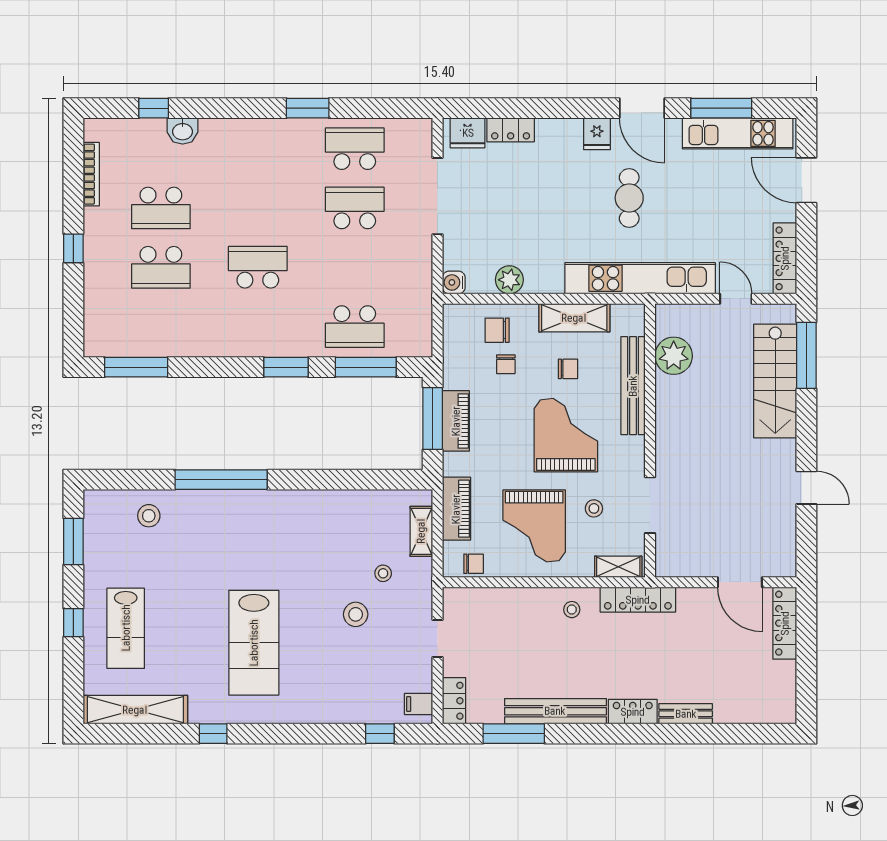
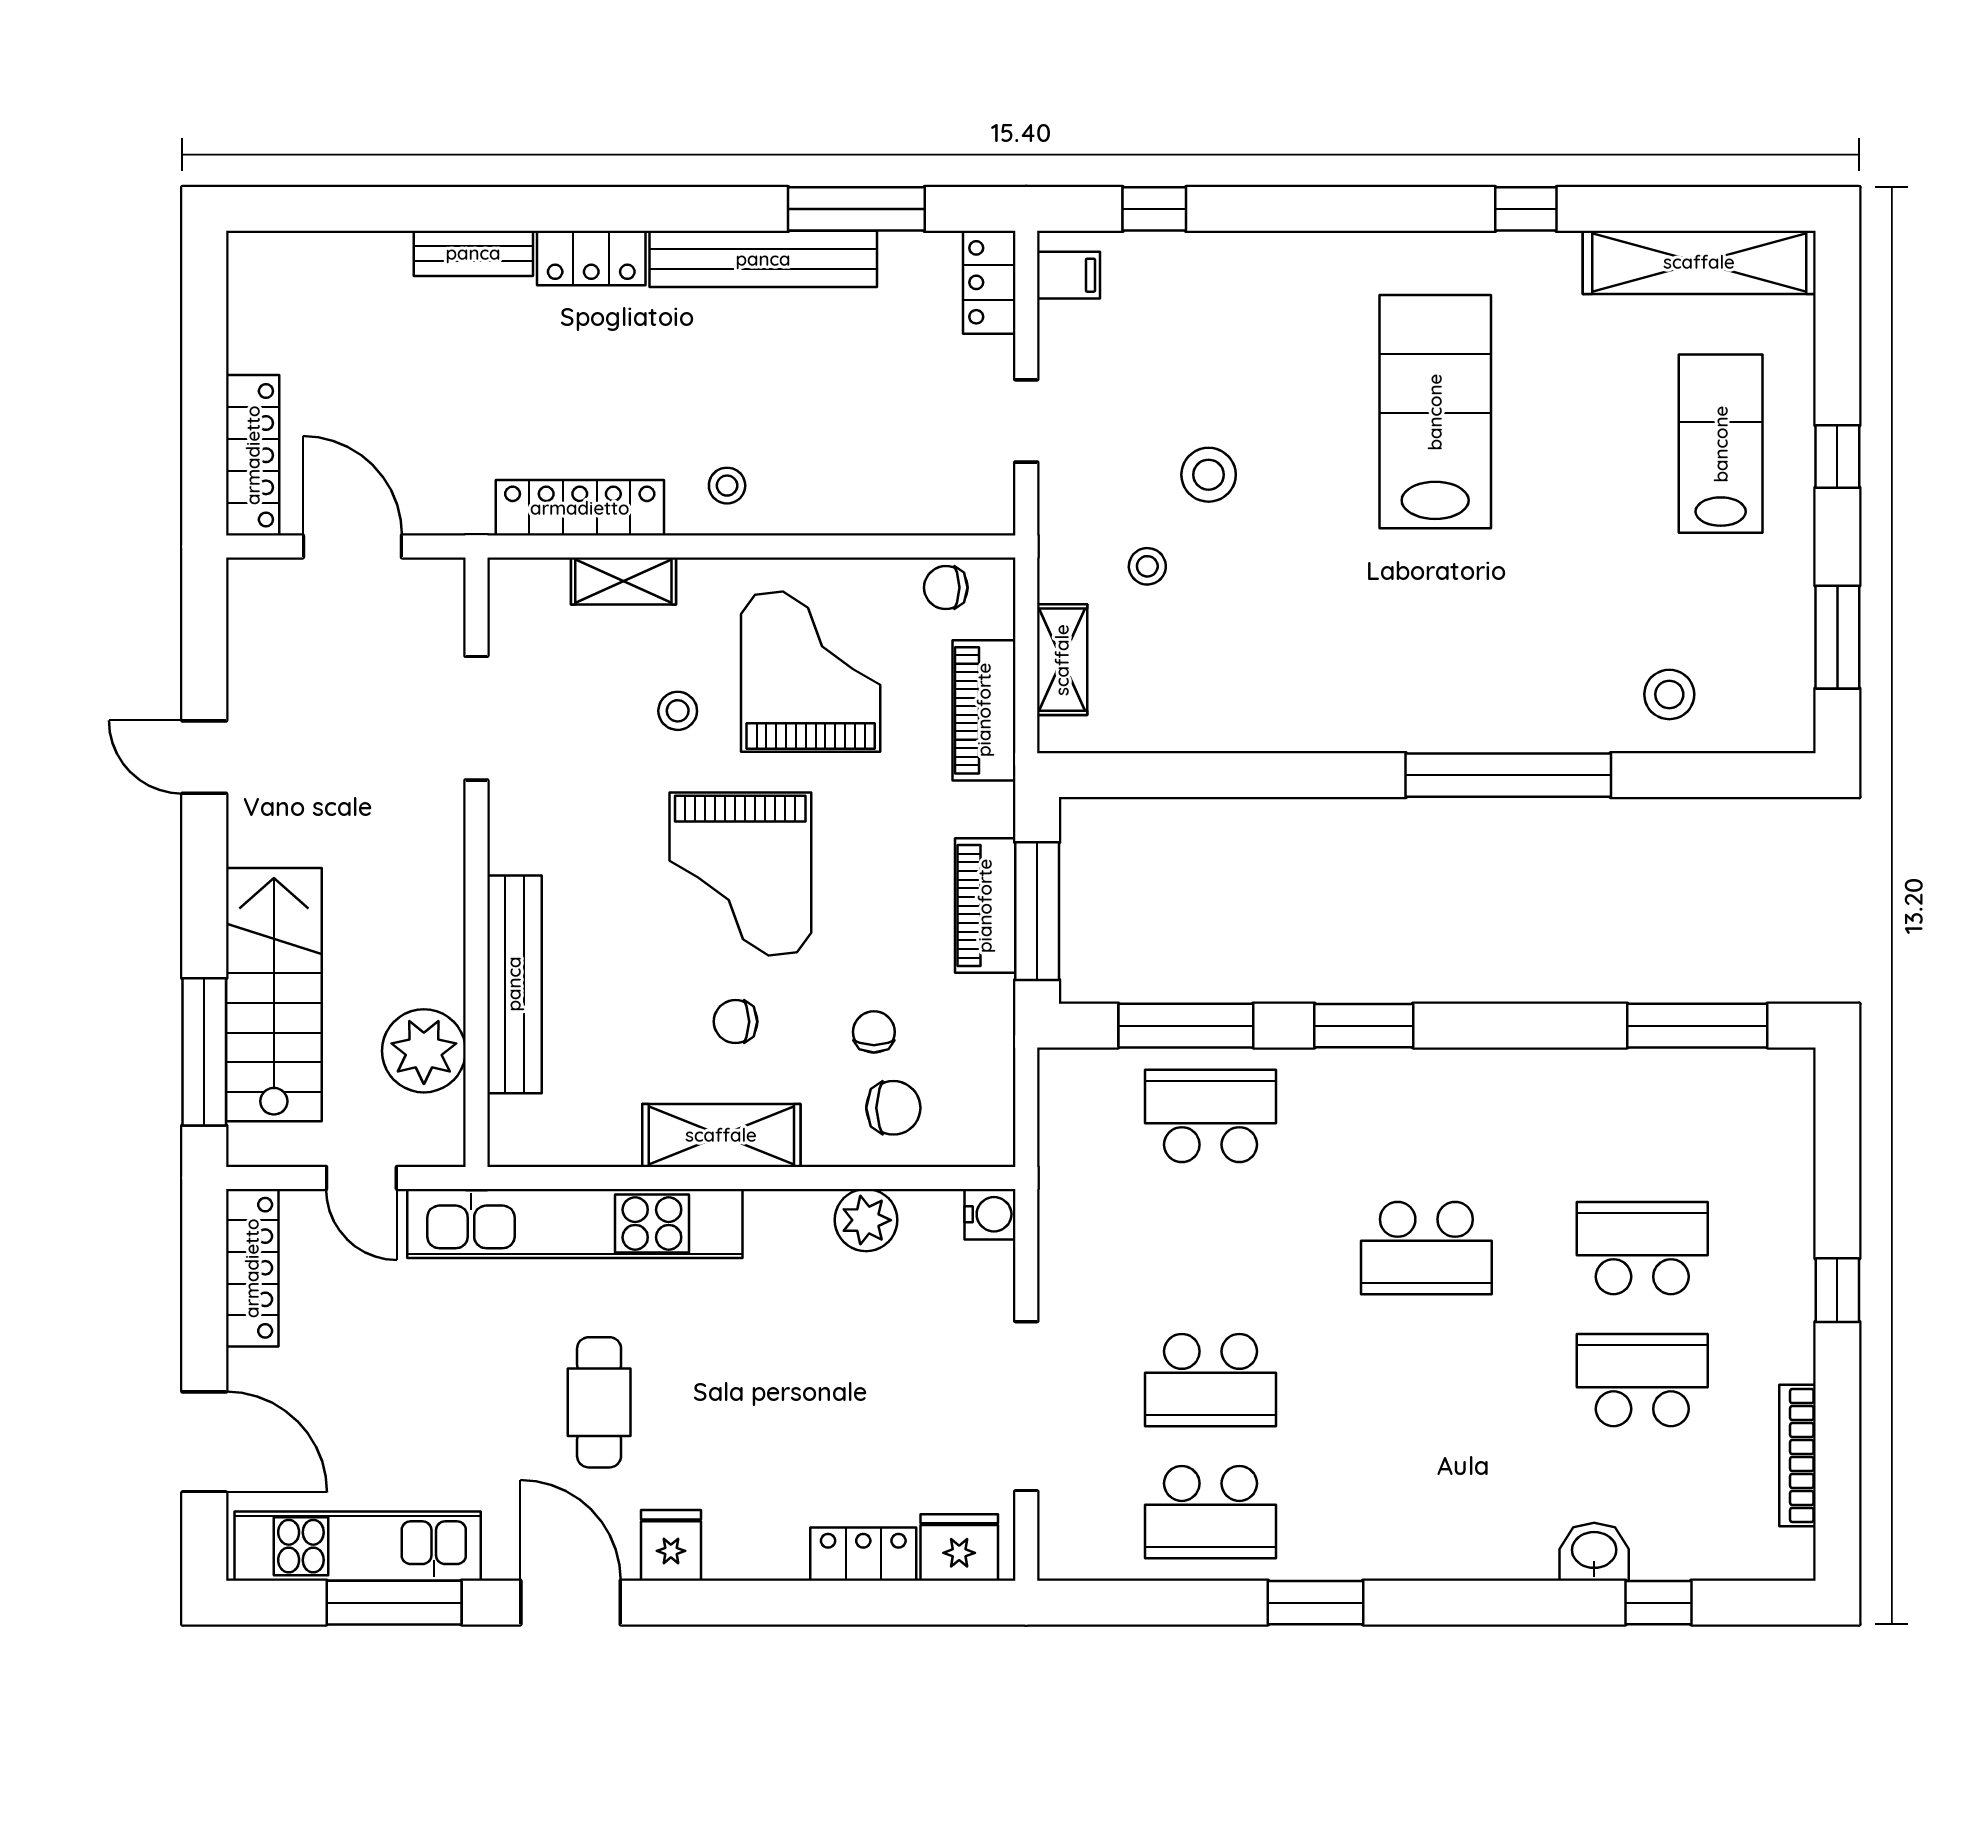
plant: (674, 356) -> (424, 1051), moved
bench: (633, 386) -> (514, 984), moved
wall: (650, 440) -> (476, 862), moved
doorway: (650, 505) -> (476, 718), moved

